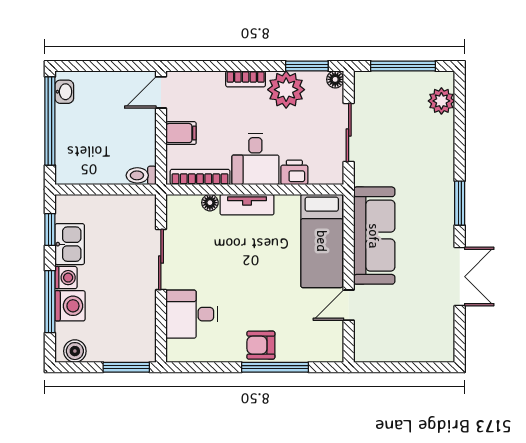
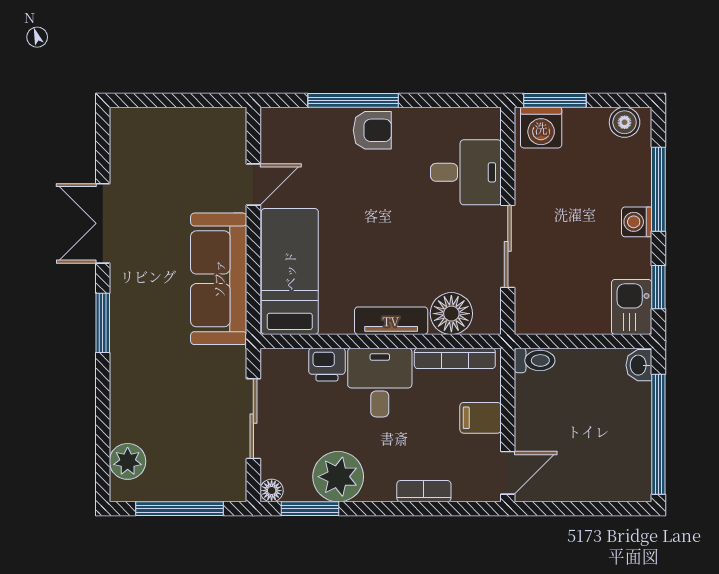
bookcase: (246, 79) -> (424, 491), moved
washbasin: (64, 92) -> (639, 365), moved
floor lamp: (210, 203) -> (451, 314), width x1.89, depth x1.89
kitchen sink: (70, 244) -> (632, 307), moved
washing machine: (70, 306) -> (541, 128), moved, turned -90

